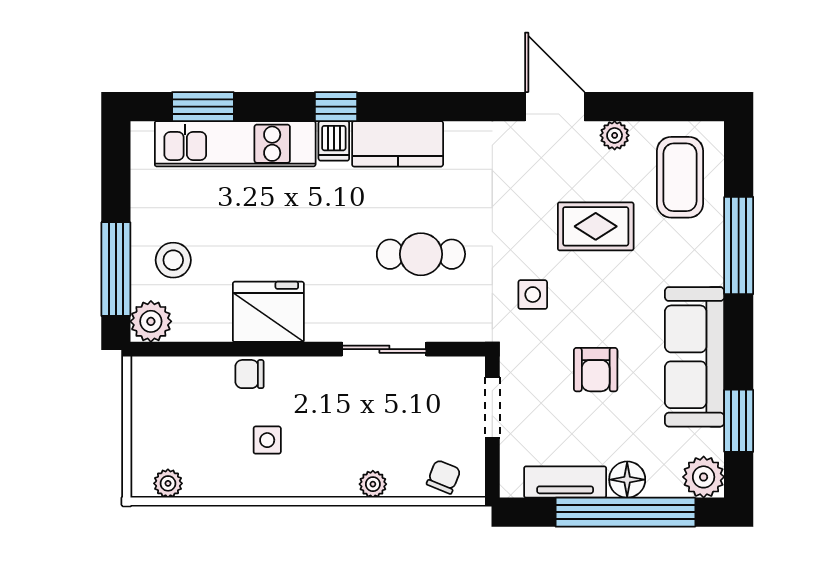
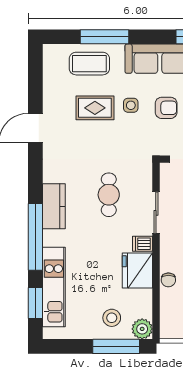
window: (336, 107) -> (35, 237), width x3.17
plant: (615, 135) -> (50, 98), removed
dishwasher: (334, 141) -> (143, 244), moved, turned 180
coffee table: (680, 177) -> (89, 64), moved
rug: (596, 226) -> (95, 108), turned 90
side table: (533, 295) -> (131, 105), moved

